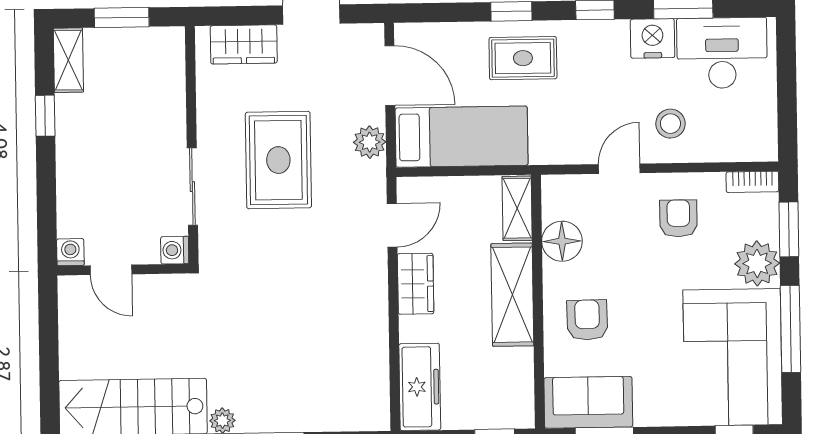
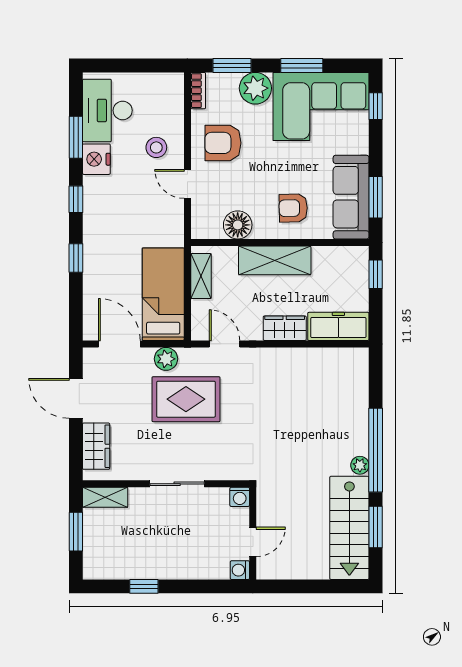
rug: (523, 58) -> (109, 250), removed
shelving: (68, 60) -> (105, 497), moved
door: (390, 75) -> (119, 344), hinge flipped
rug: (278, 160) -> (186, 399), moved
sliding door: (192, 187) -> (177, 484), moved
shelving: (517, 208) -> (201, 276), moved, turned 90
armchair: (678, 218) -> (223, 143), width x1.38, depth x1.38
wardrobe: (416, 284) -> (285, 328), moved
window: (790, 329) -> (302, 65), width x0.69
sofa: (588, 402) -> (351, 197), width x1.36

